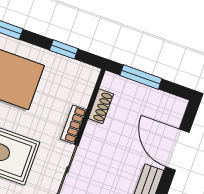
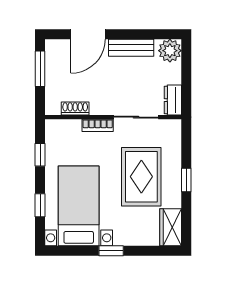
window: (141, 77) -> (40, 69), moved

